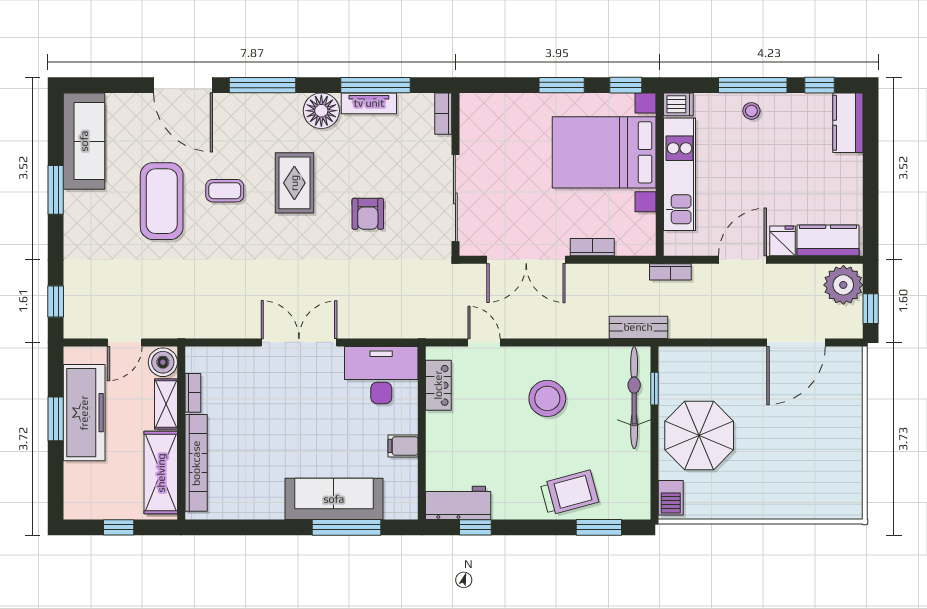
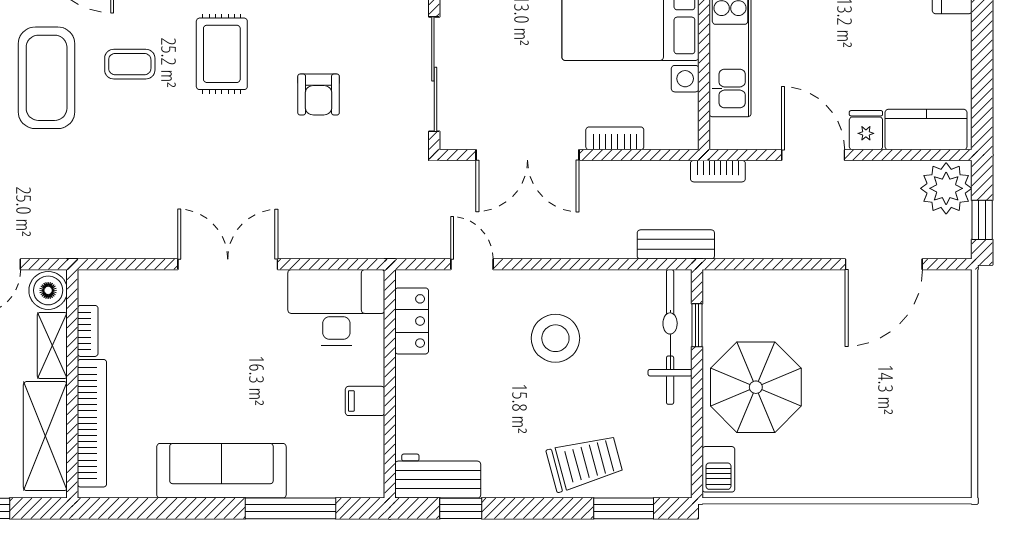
door: (742, 260) -> (813, 155), hinge flipped
sofa: (334, 499) -> (221, 471), moved

